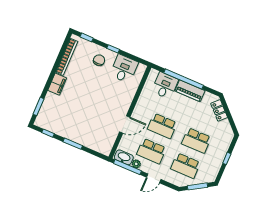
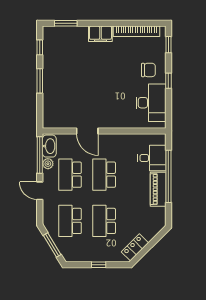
desk: (124, 69) -> (151, 103), width x1.37
locker: (219, 110) -> (135, 247), moved

